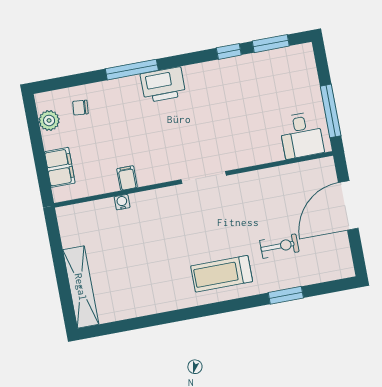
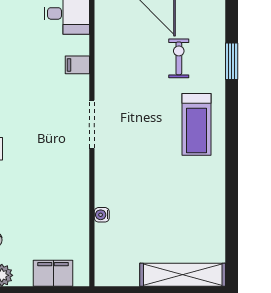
filing cabinet: (127, 178) -> (77, 65), moved

